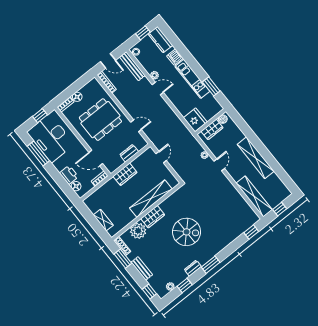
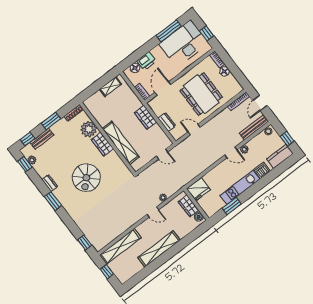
door: (158, 88) -> (231, 152), hinge flipped
door: (136, 126) -> (194, 130), swing flipped
shelving: (103, 220) -> (110, 87), moved
window: (123, 259) -> (51, 121), moved
bench: (142, 268) -> (42, 139), moved
window: (185, 286) -> (25, 164), moved

